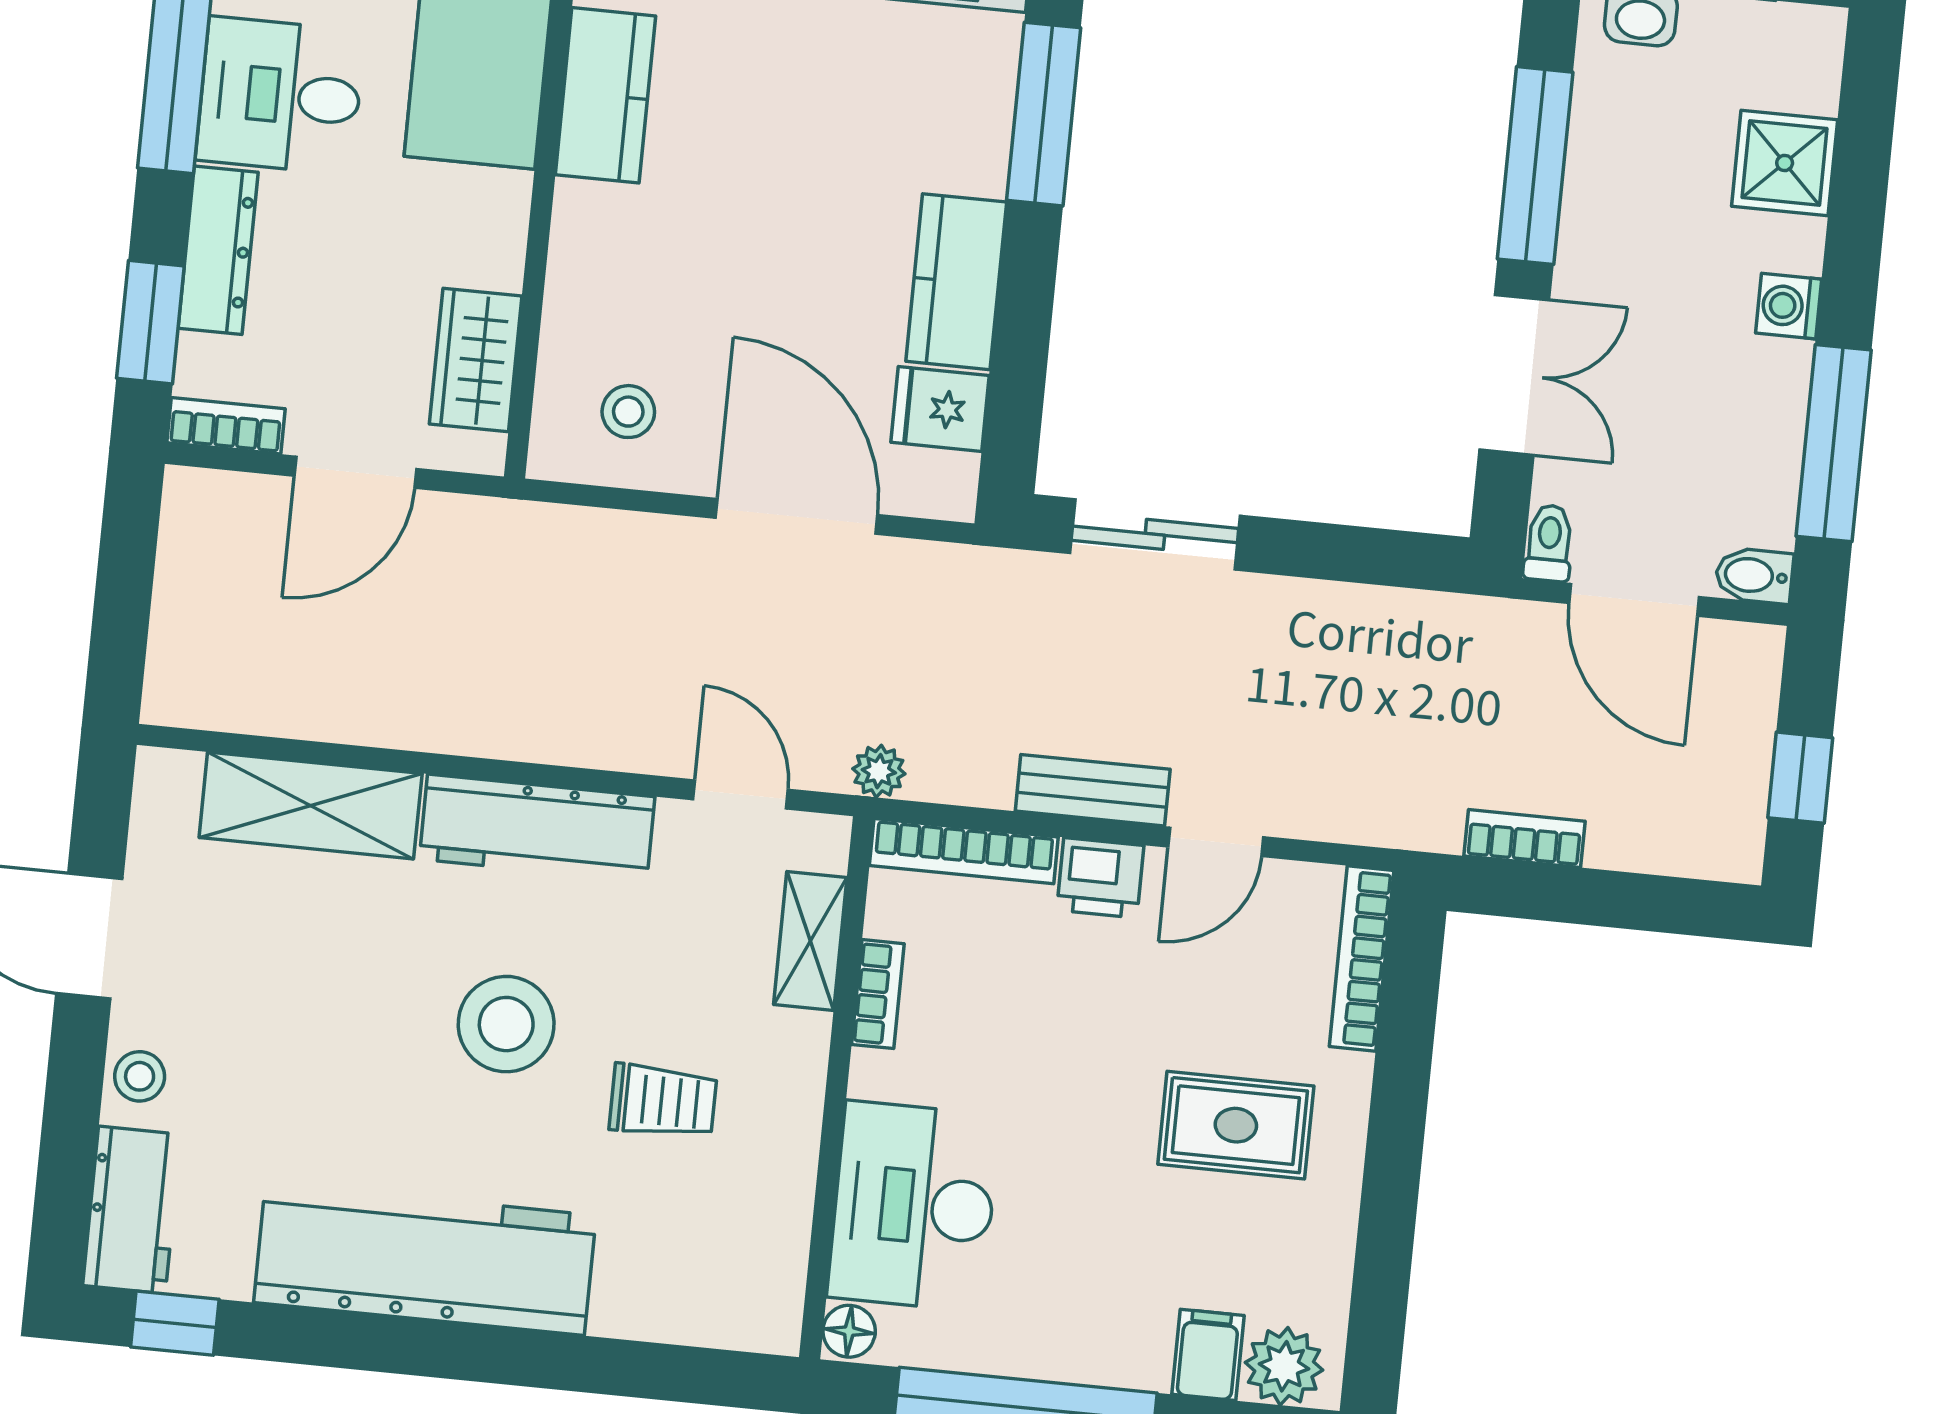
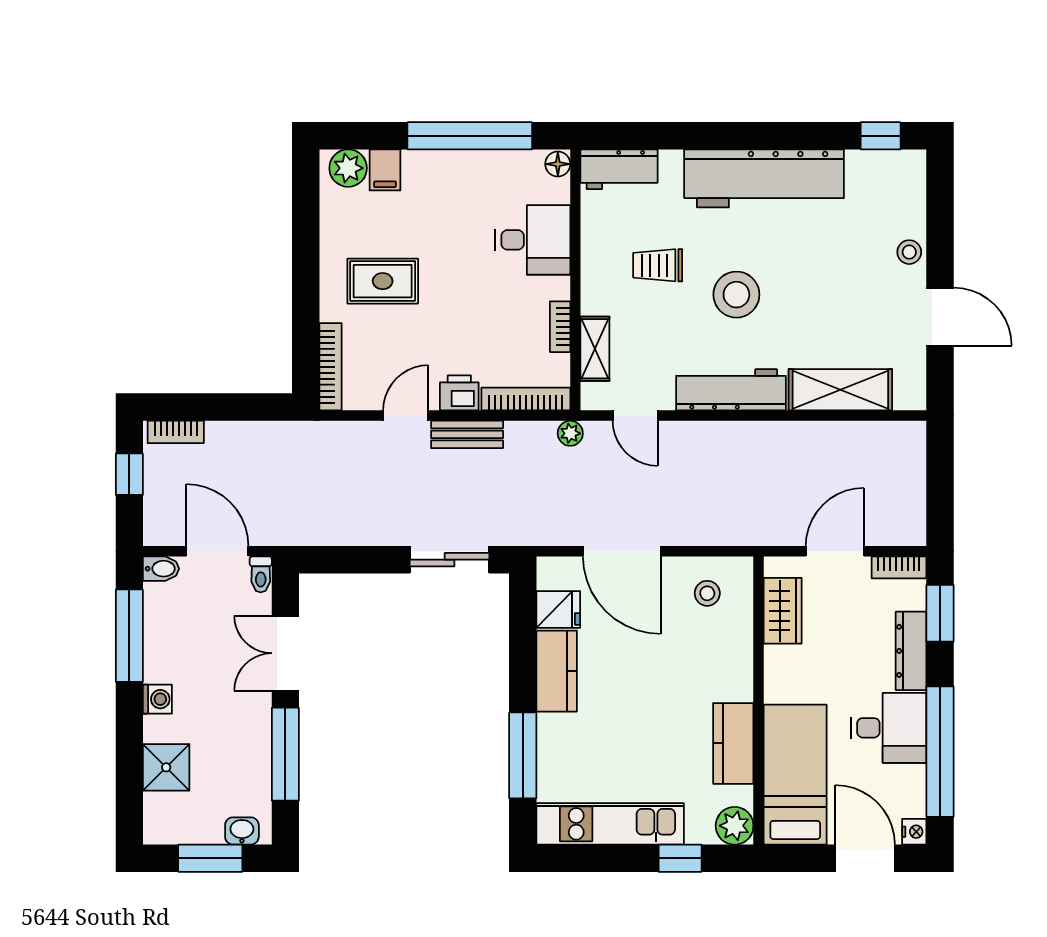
bookcase: (1525, 839) -> (176, 432), moved
desk: (914, 1206) -> (533, 240), width x0.73
workbench: (132, 1210) -> (619, 169), moved, turned -90

